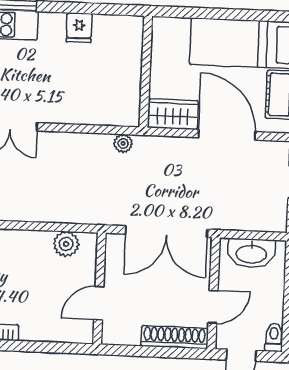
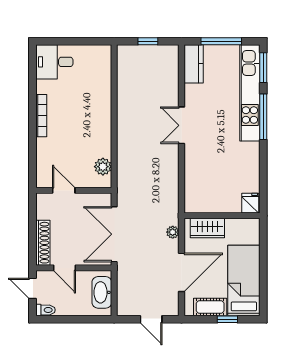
fridge: (79, 28) -> (250, 203), moved, turned 90
wardrobe: (173, 114) -> (207, 228), moved, turned 90
plant: (123, 143) -> (173, 232), moved

